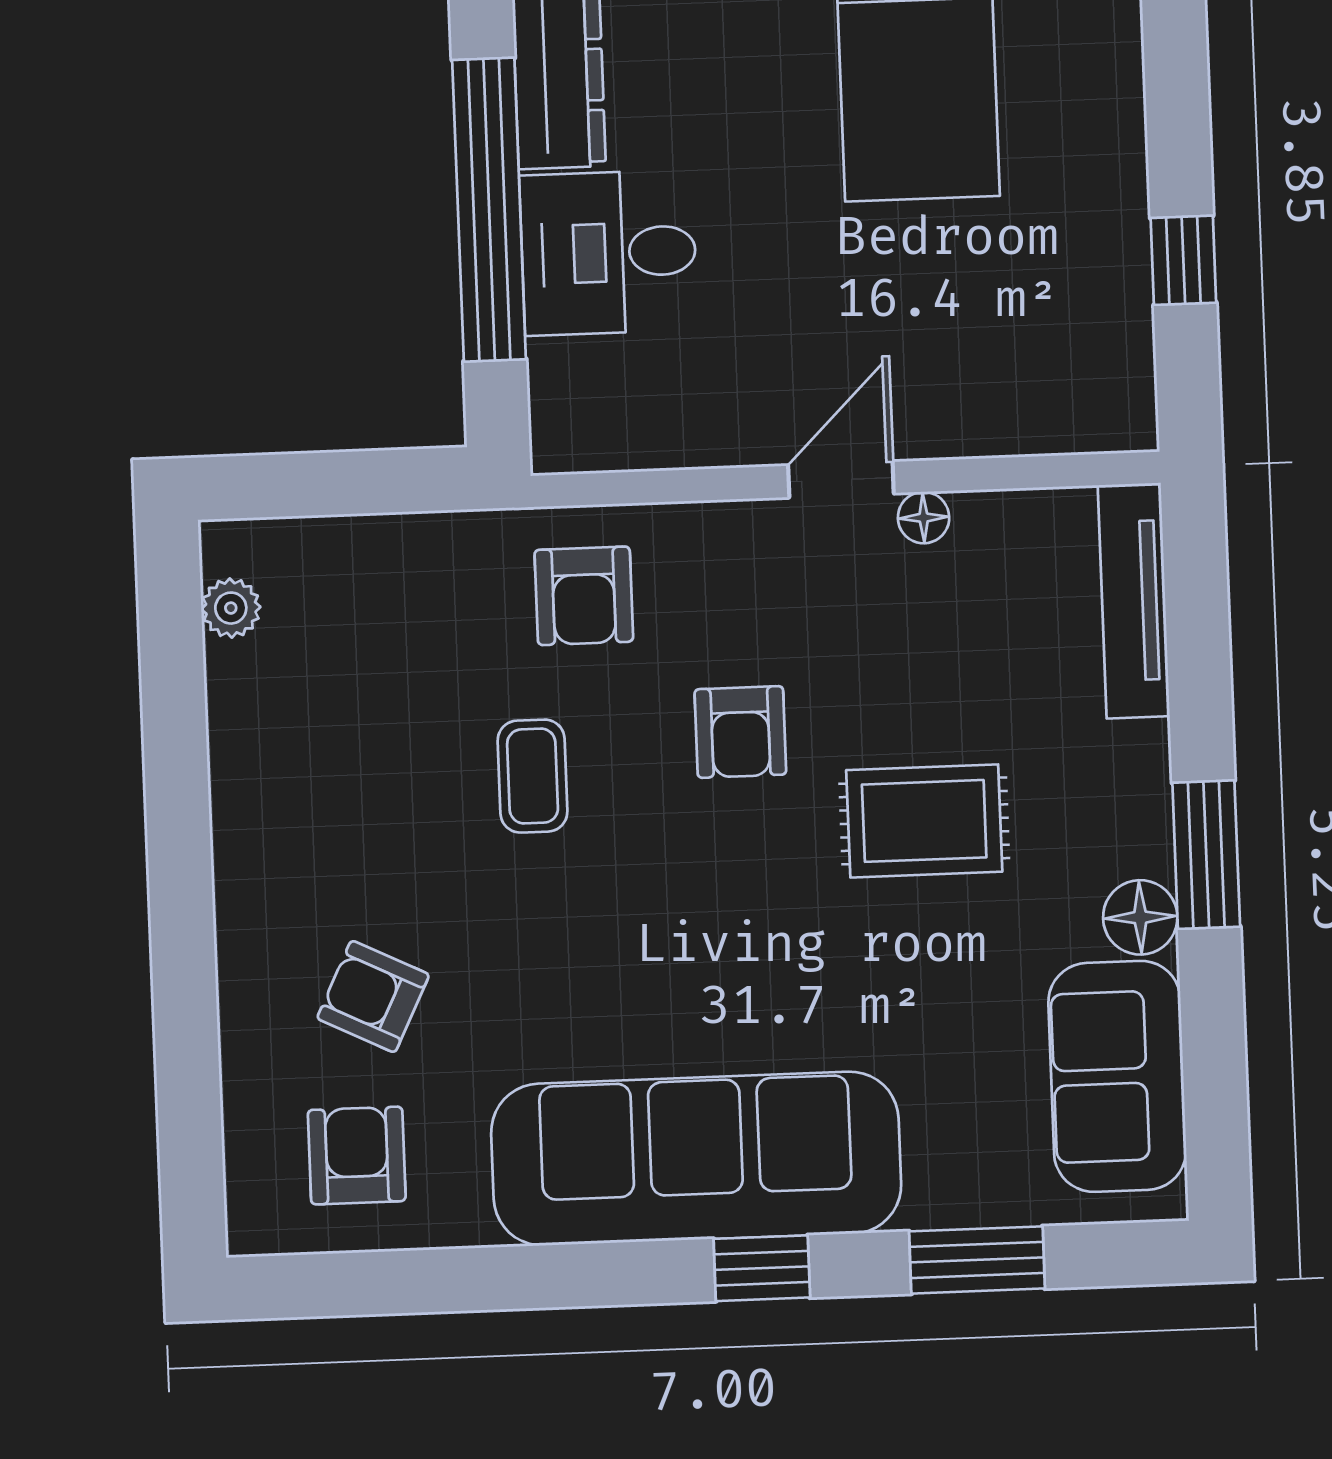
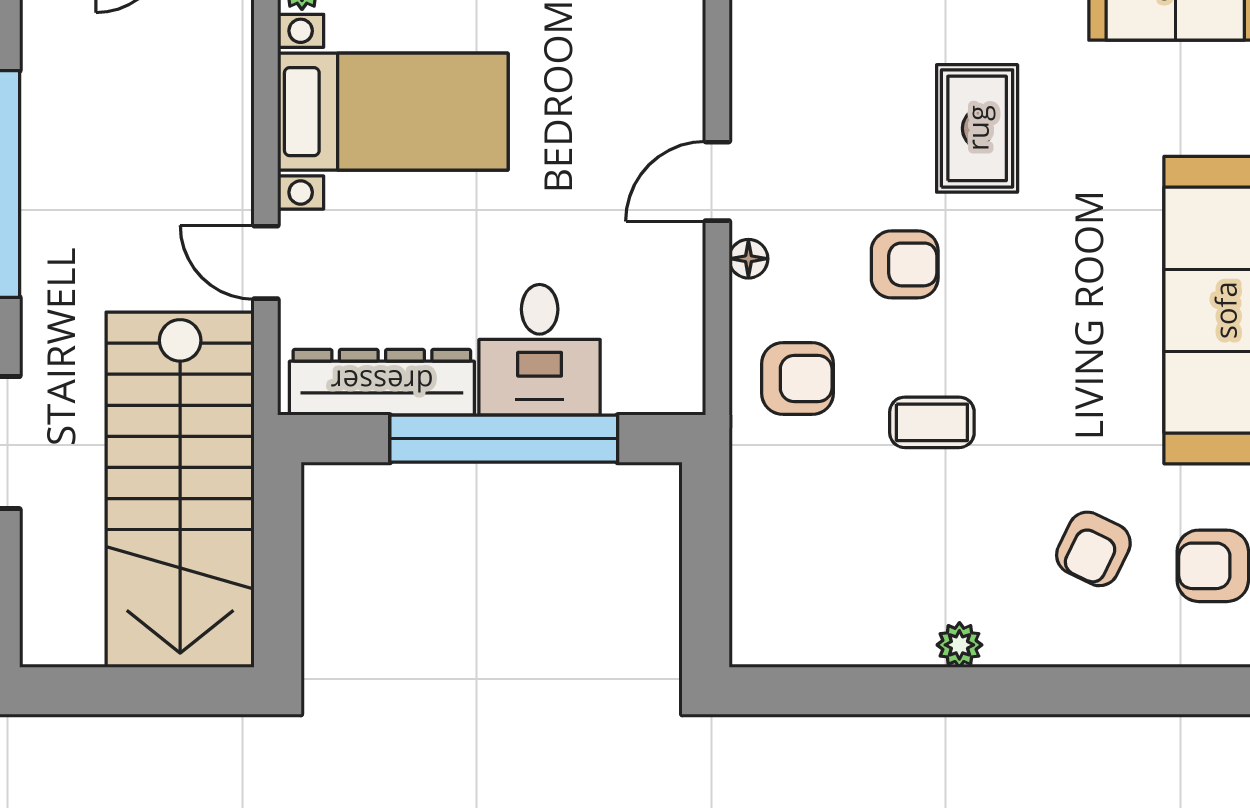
door: (841, 479) -> (717, 181), hinge flipped
floor lamp: (924, 518) -> (748, 259), moved
plant: (231, 608) -> (959, 645), moved

